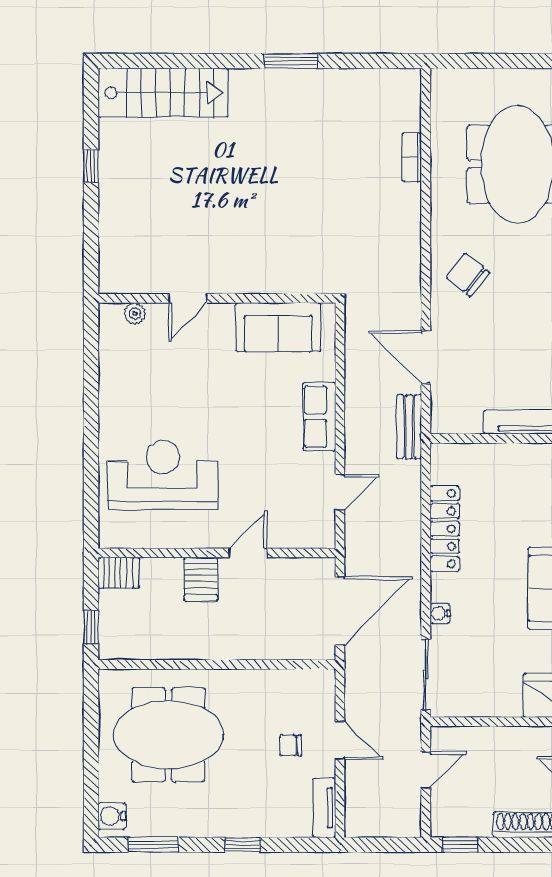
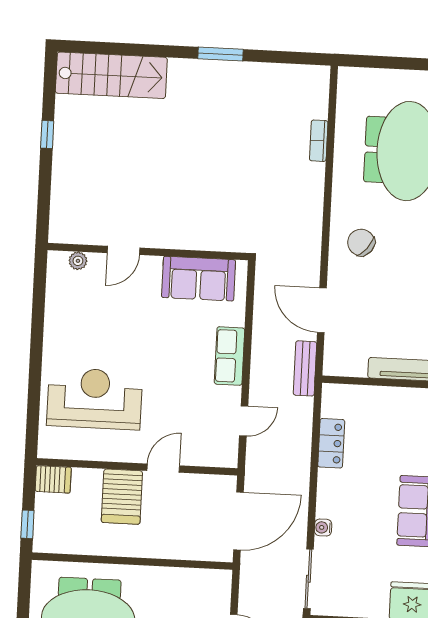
locker: (445, 529) -> (331, 443), width x0.66
server rack: (201, 579) -> (122, 497), width x1.36, depth x1.44

